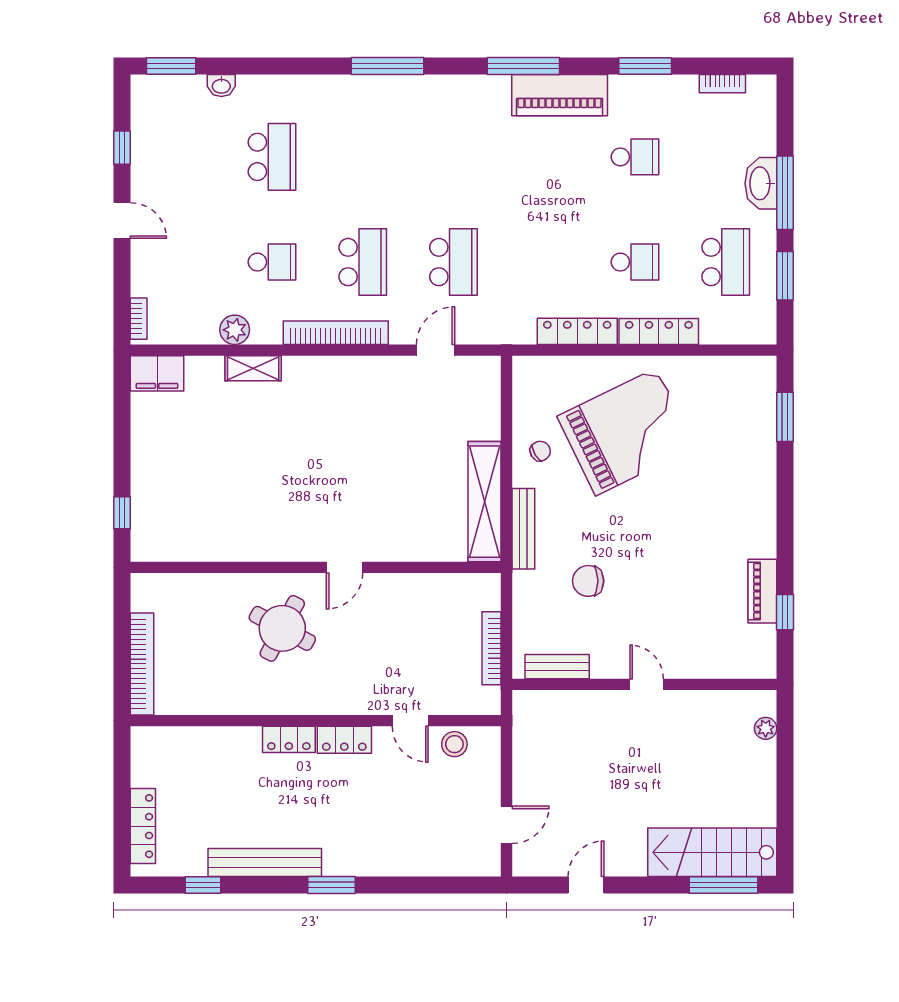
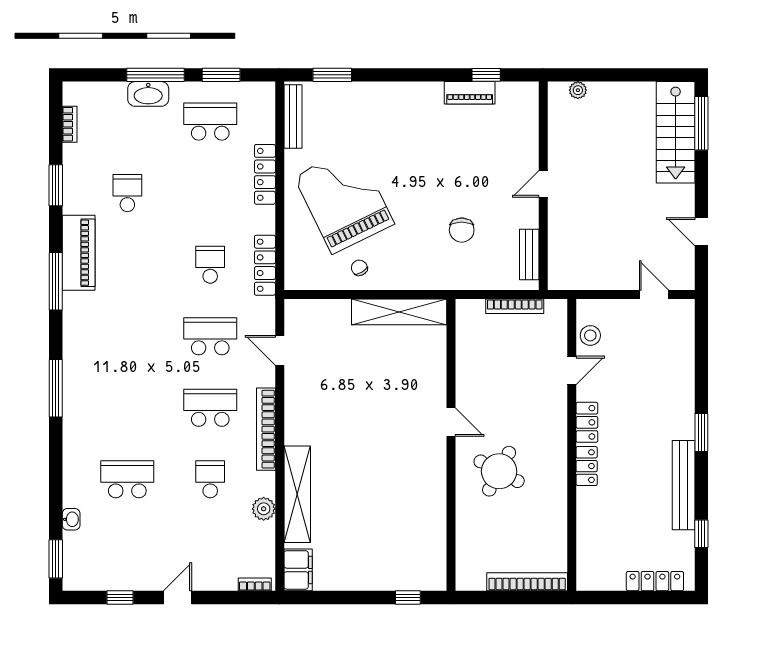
school desk: (635, 262) -> (210, 265), moved
locker: (577, 331) -> (265, 265), moved
shelving: (253, 368) -> (297, 494), width x2.20, depth x1.33
bench: (523, 529) -> (293, 117), moved, turned 90

